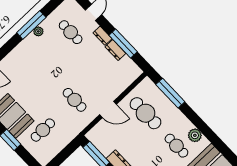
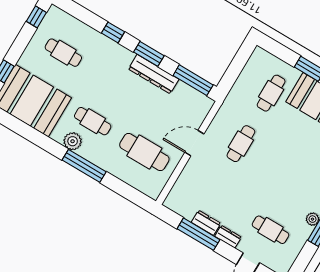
window: (170, 93) -> (84, 166), moved
cafe table: (75, 100) -> (241, 144), turned 90

